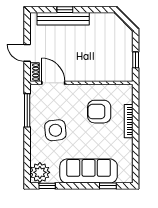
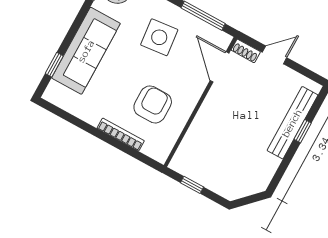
door: (53, 83) -> (220, 67), swing flipped

